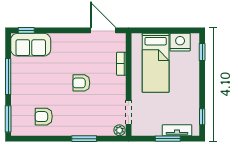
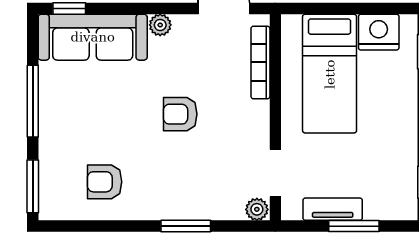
plant: (71, 39) -> (160, 25), added
sofa: (31, 45) -> (93, 37), width x1.36
bookcase: (121, 64) -> (260, 62), width x1.56
tv unit: (177, 130) -> (333, 209), moved

